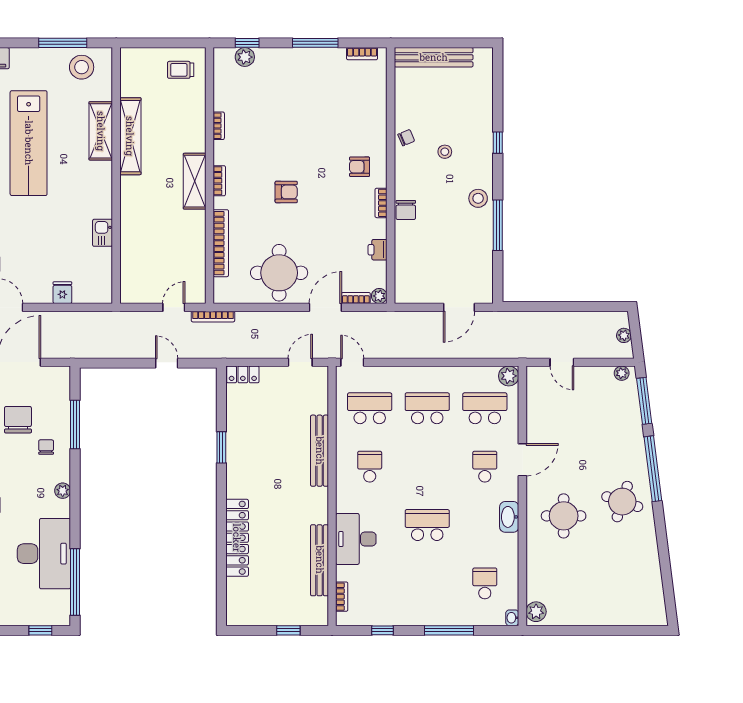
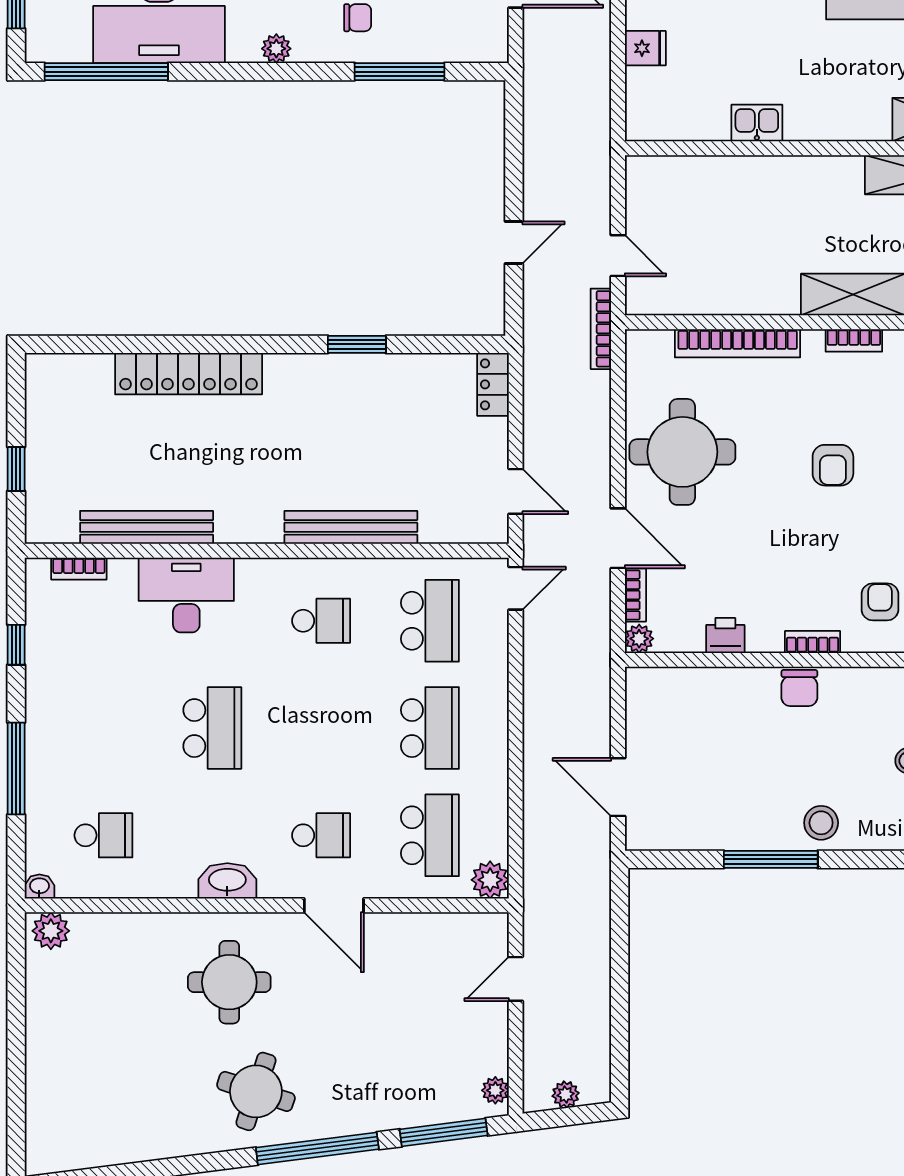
chair: (406, 210) -> (799, 688), turned -90

